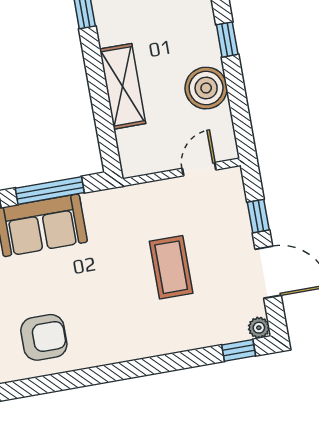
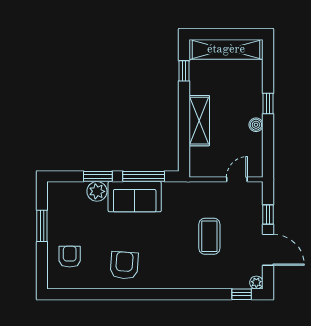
boiler: (206, 88) -> (256, 125), width x0.54, depth x0.54
armchair: (44, 337) -> (124, 265), turned -86

